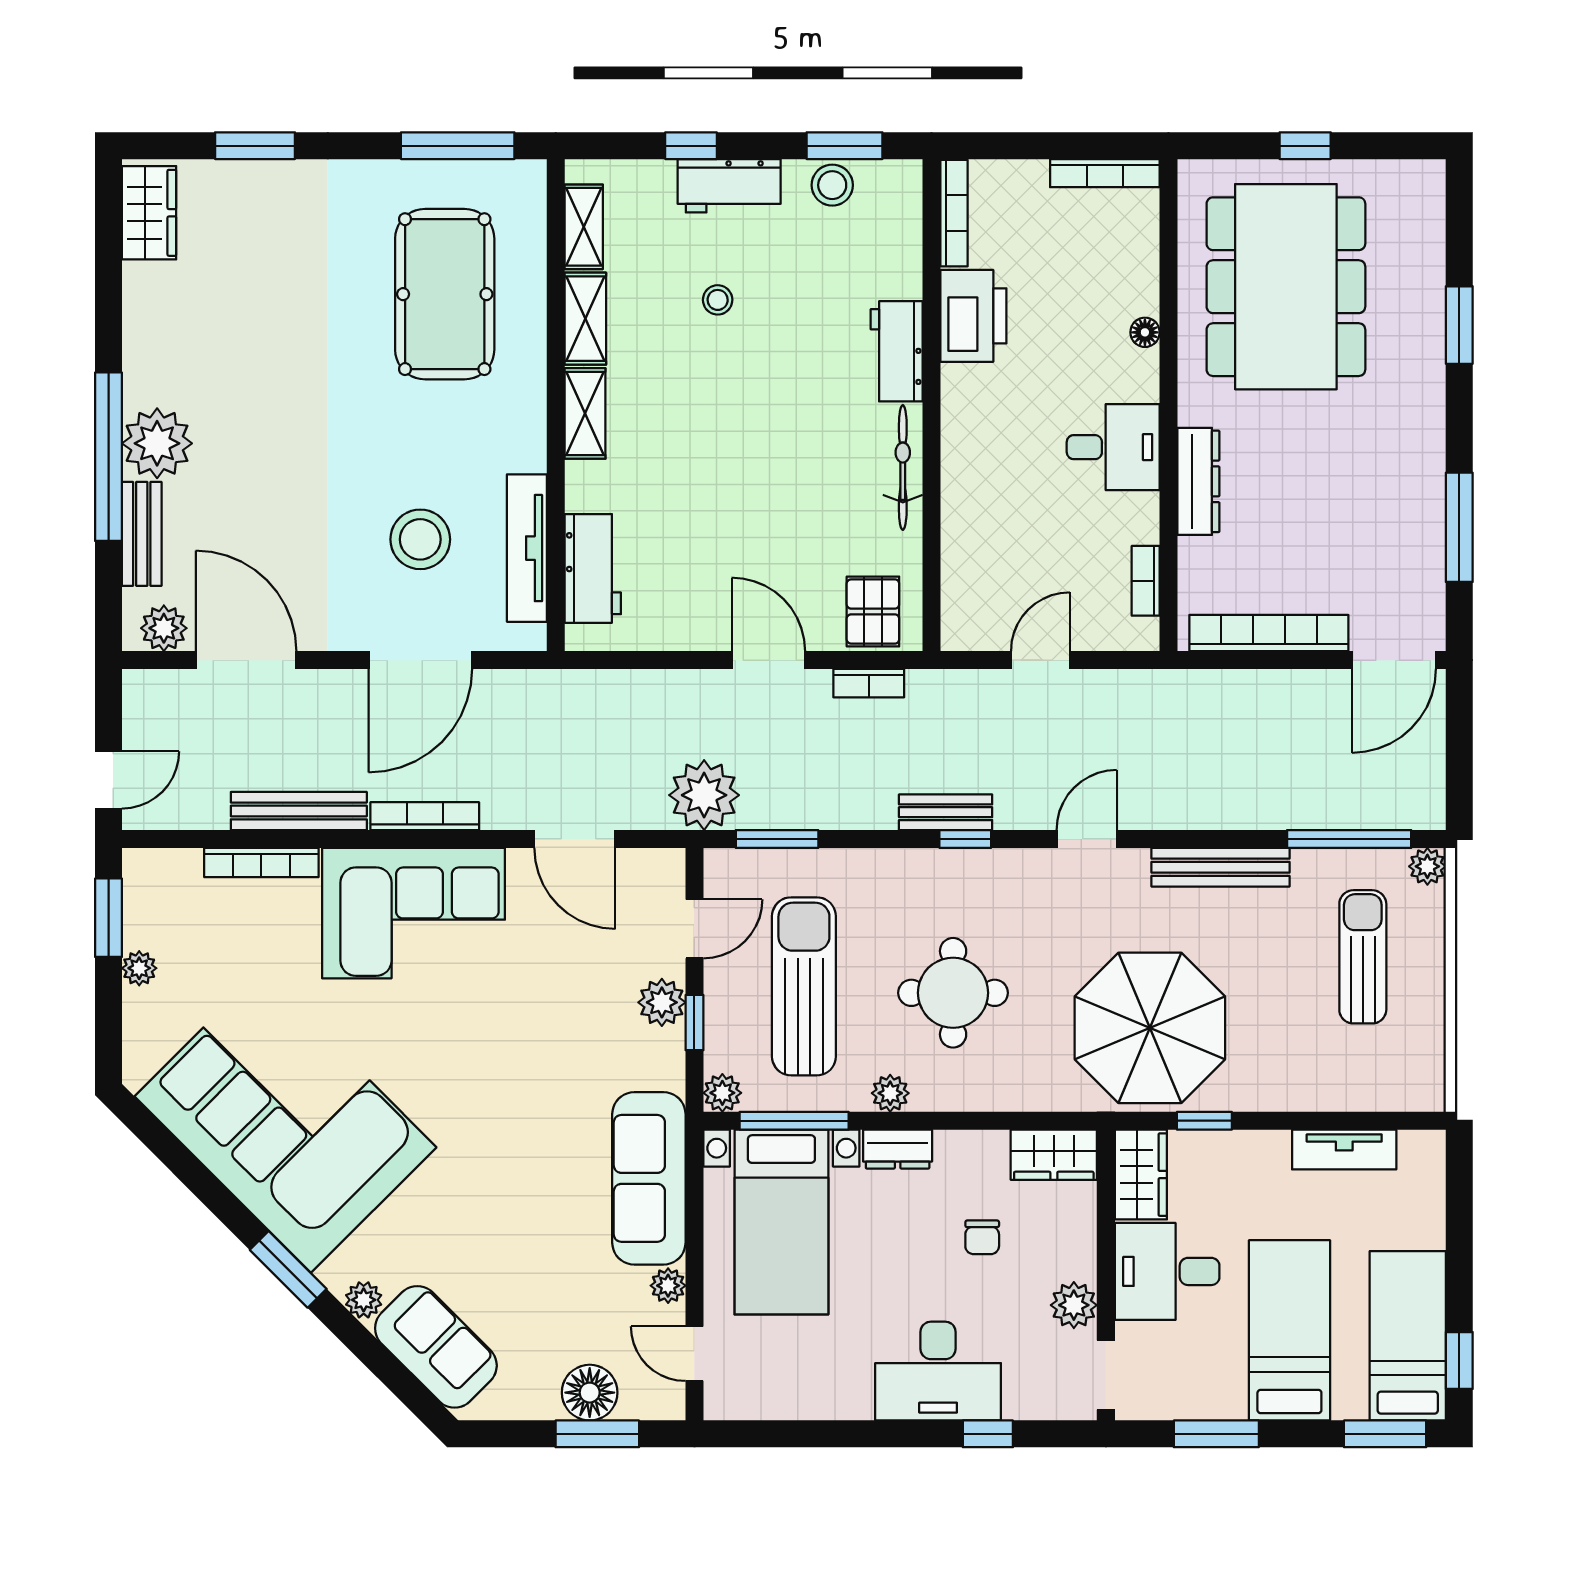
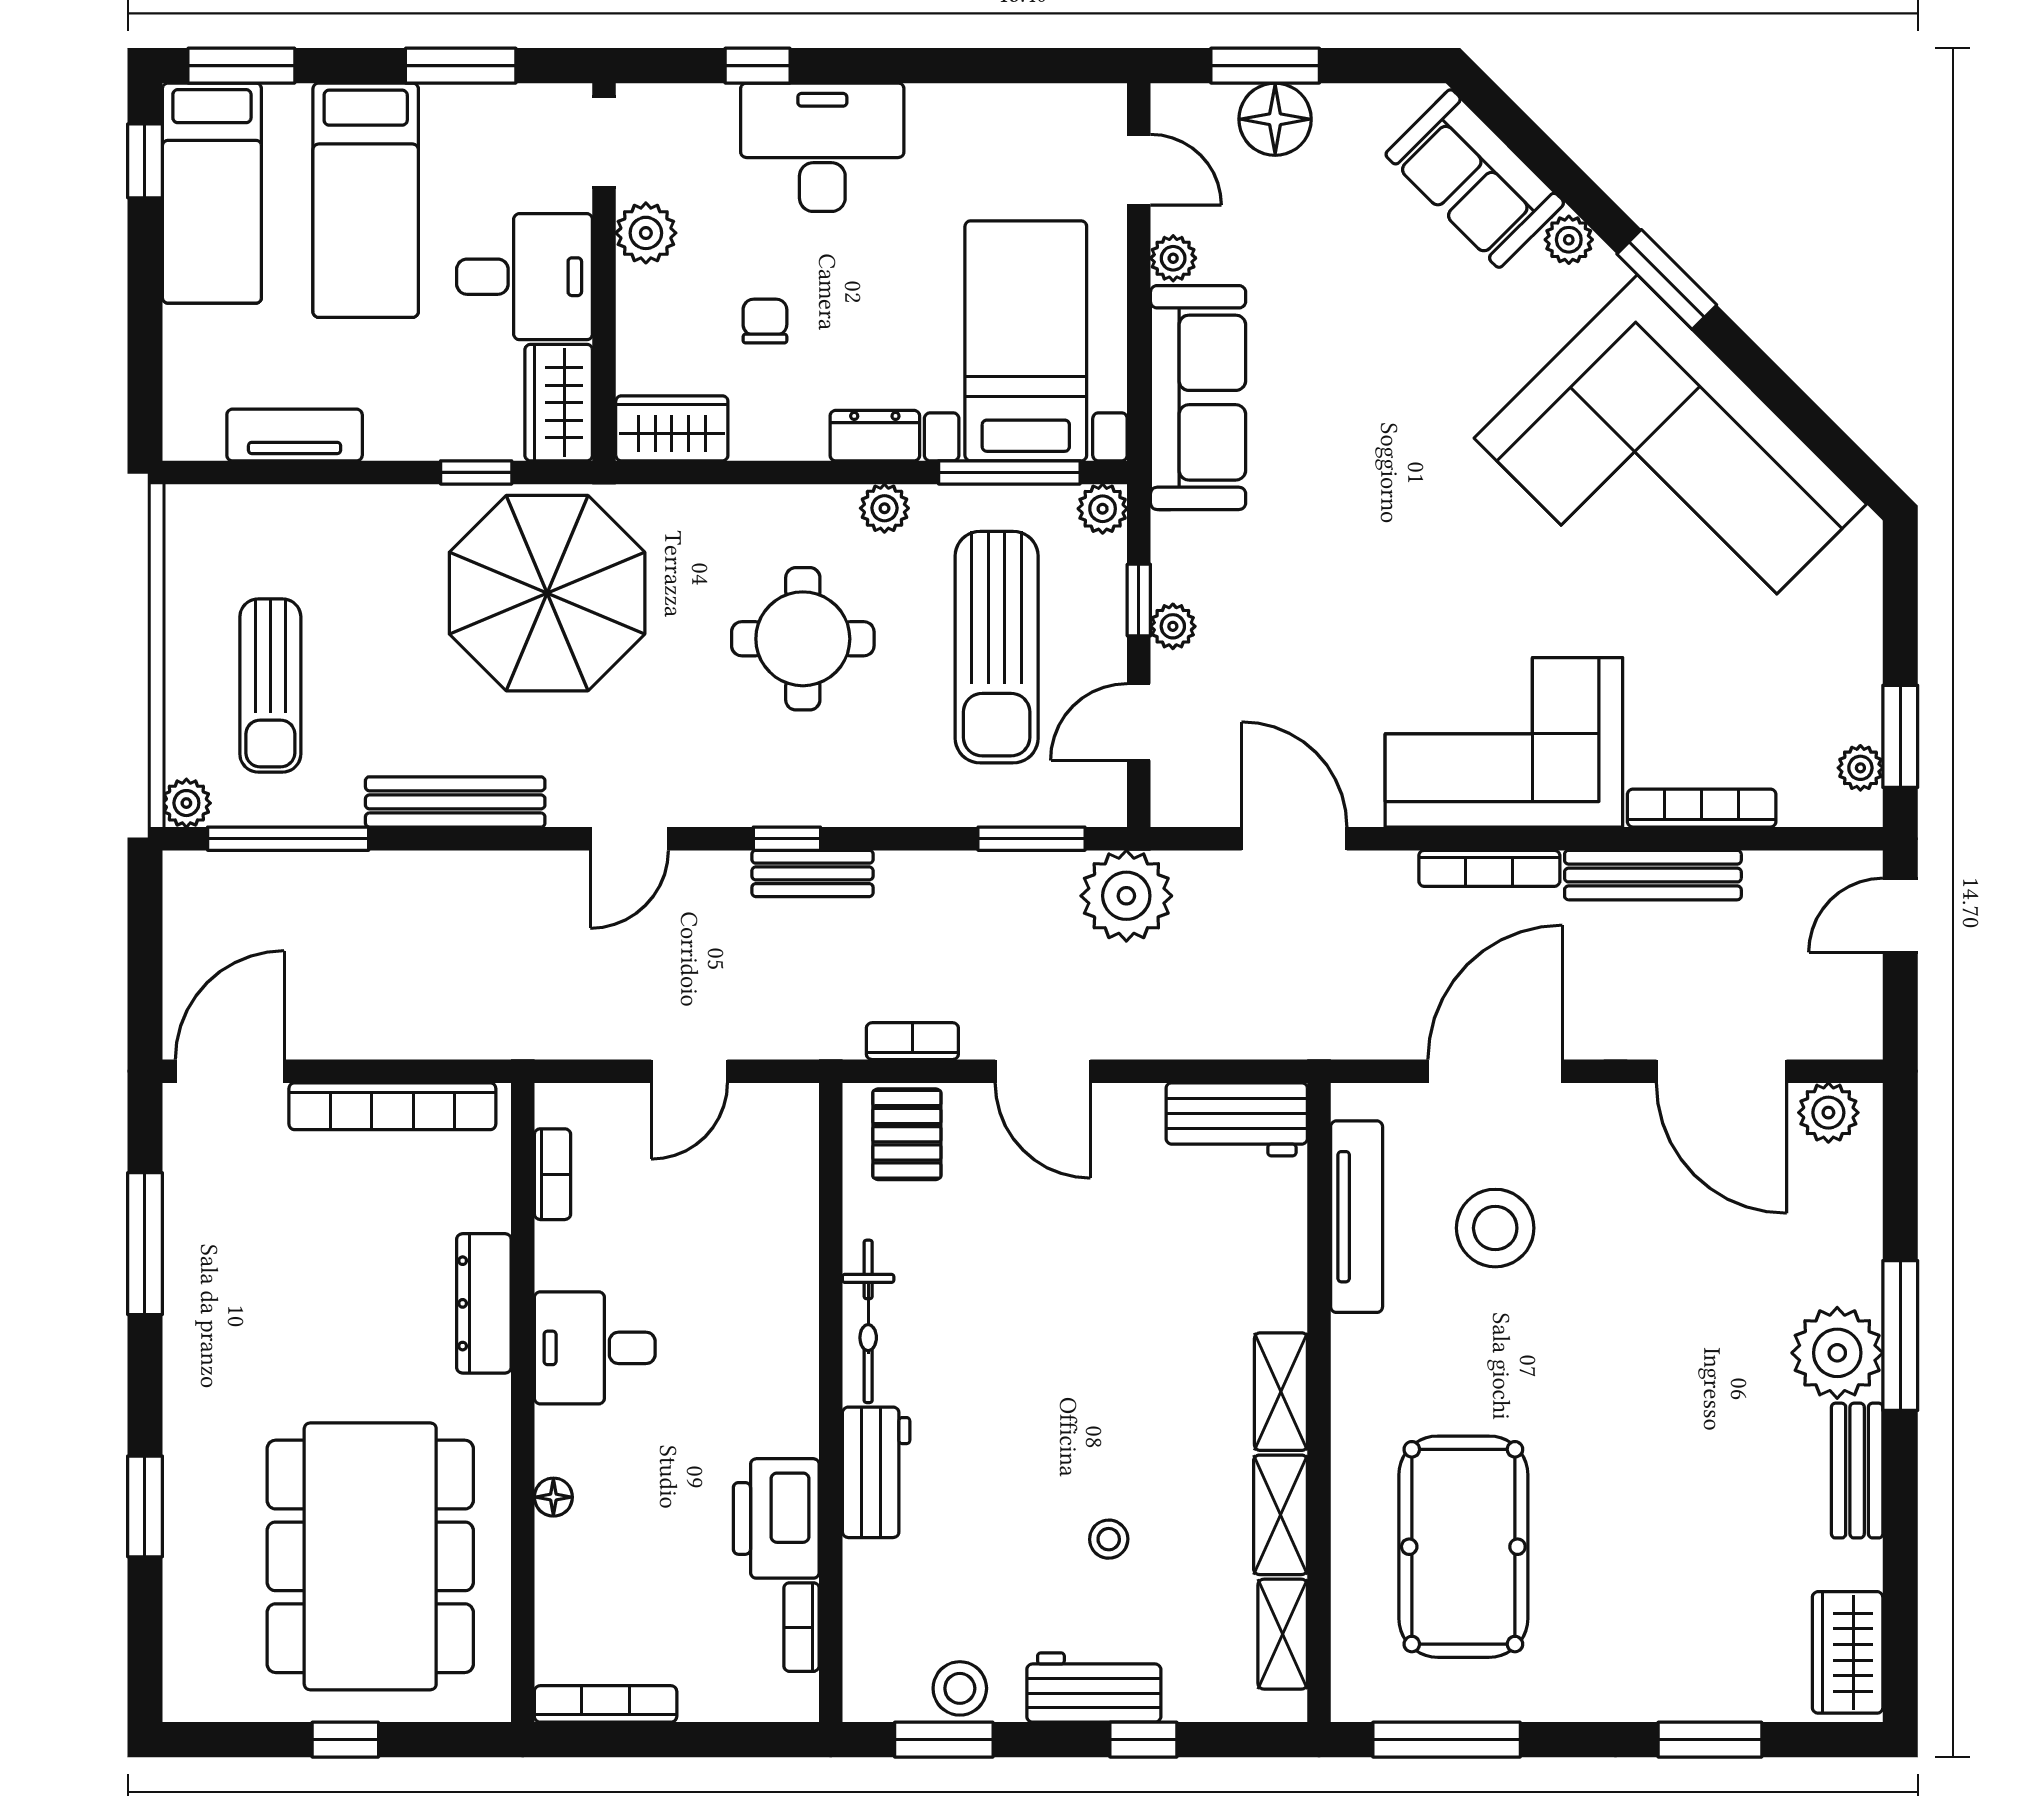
bookcase: (954, 213) -> (801, 1627), width x0.64
window: (109, 457) -> (1900, 1335), width x0.68
bench: (142, 534) -> (1857, 1471), moved
workbench: (593, 568) -> (1237, 1119), moved, turned -90
plant: (139, 968) -> (1860, 768), moved
plant: (662, 1002) -> (1173, 626), width x0.73, depth x0.73

